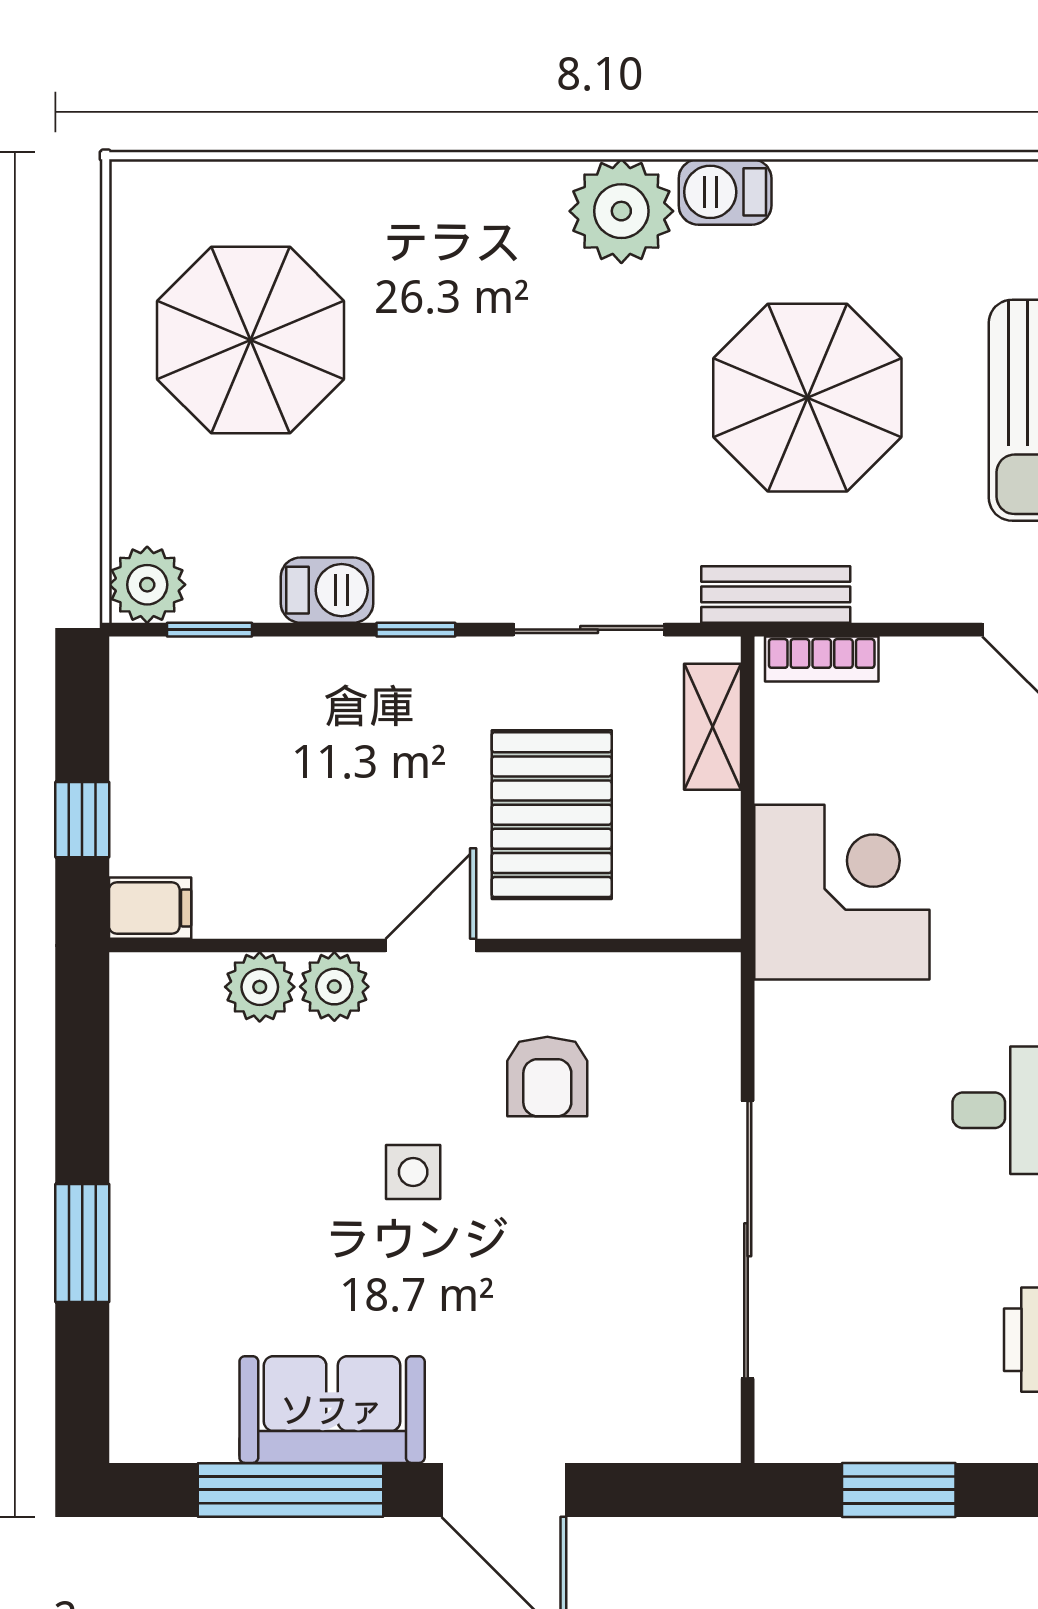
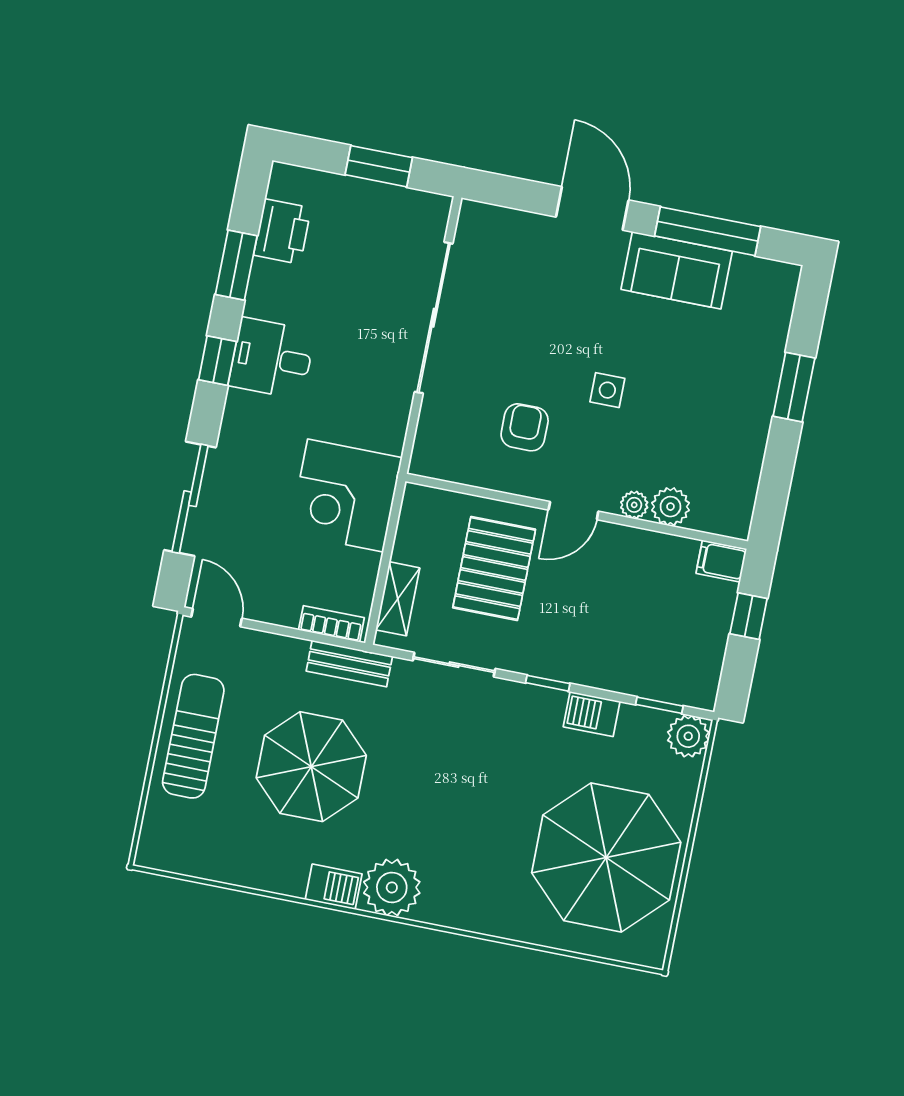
parasol: (251, 340) -> (606, 857), width x1.36, depth x1.36
plant: (334, 987) -> (634, 505), width x0.73, depth x0.73

